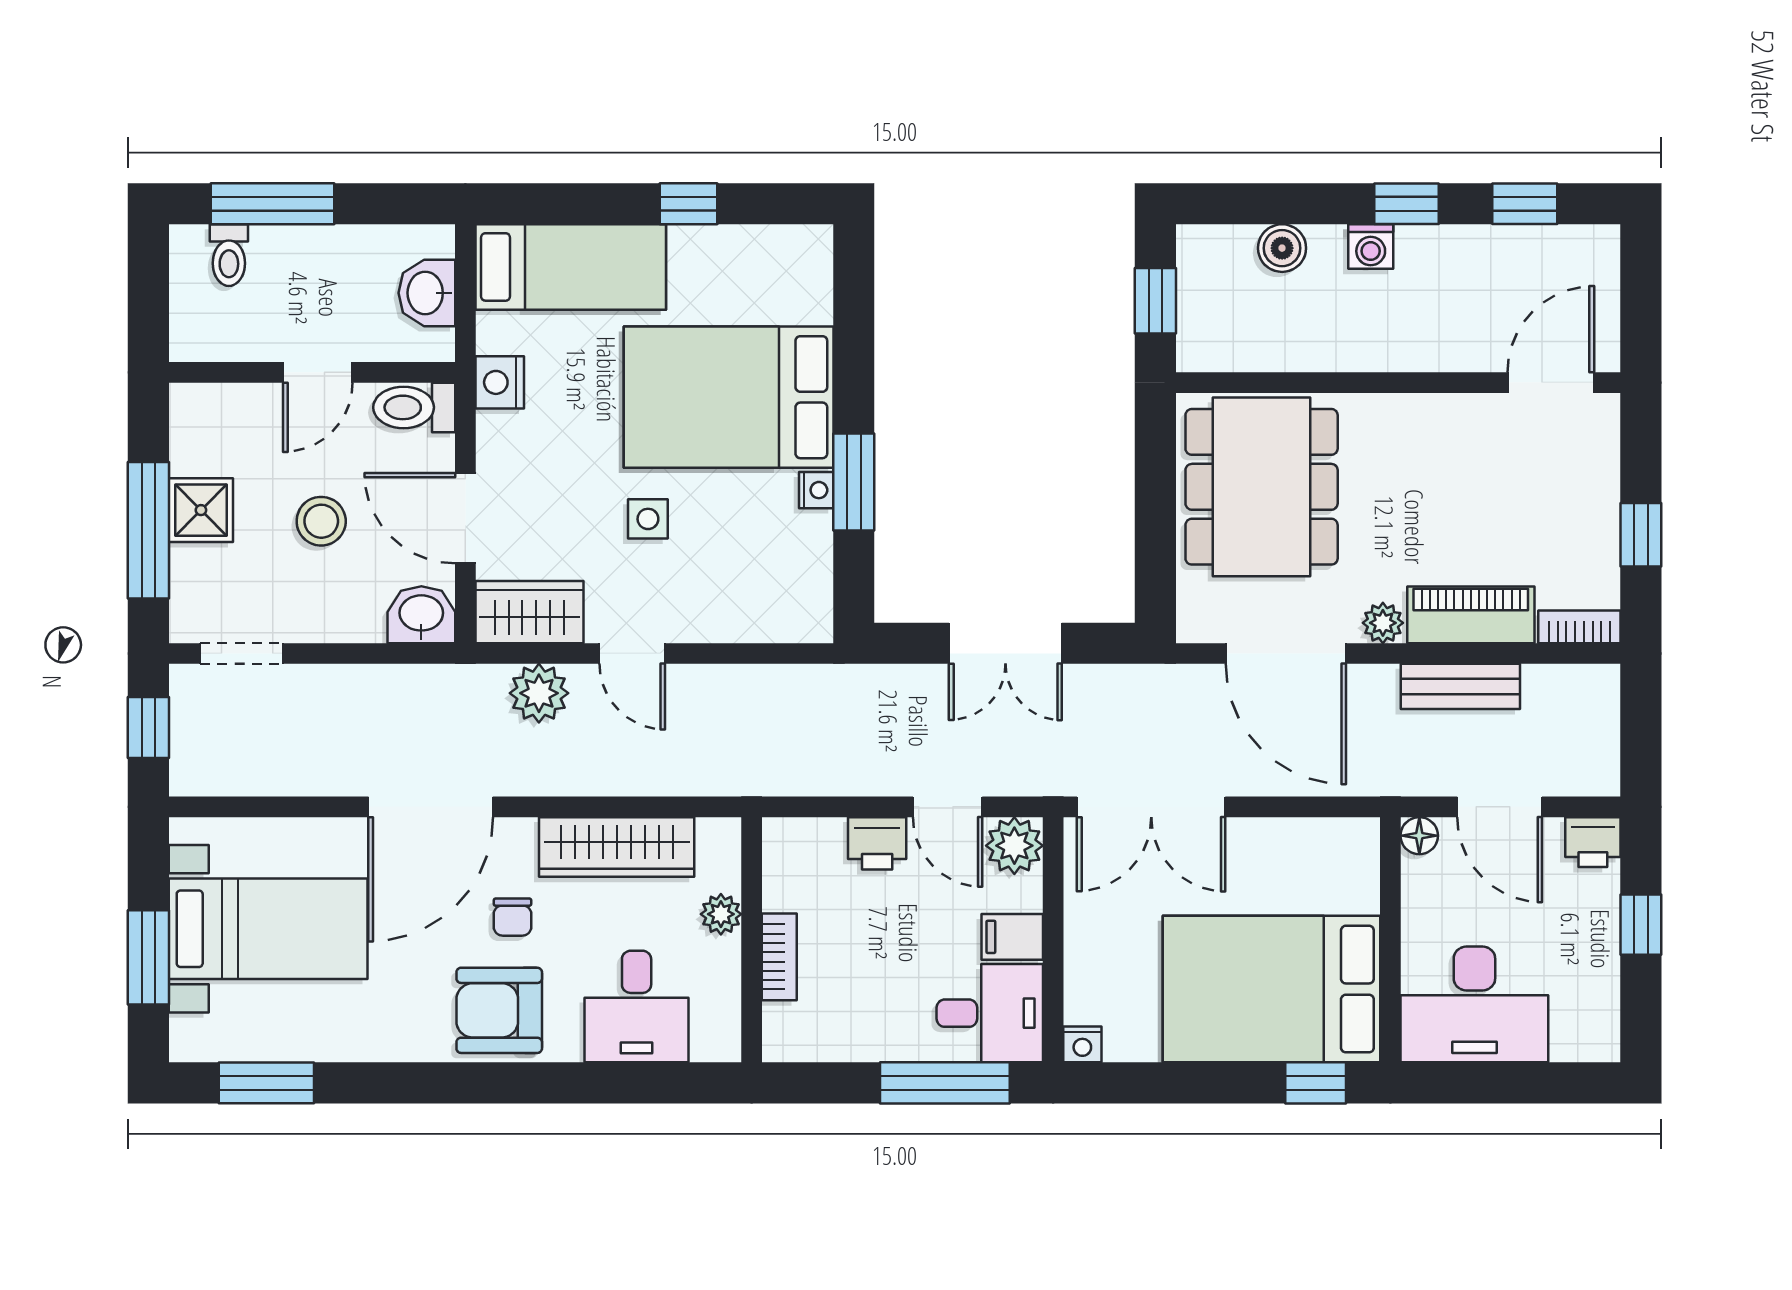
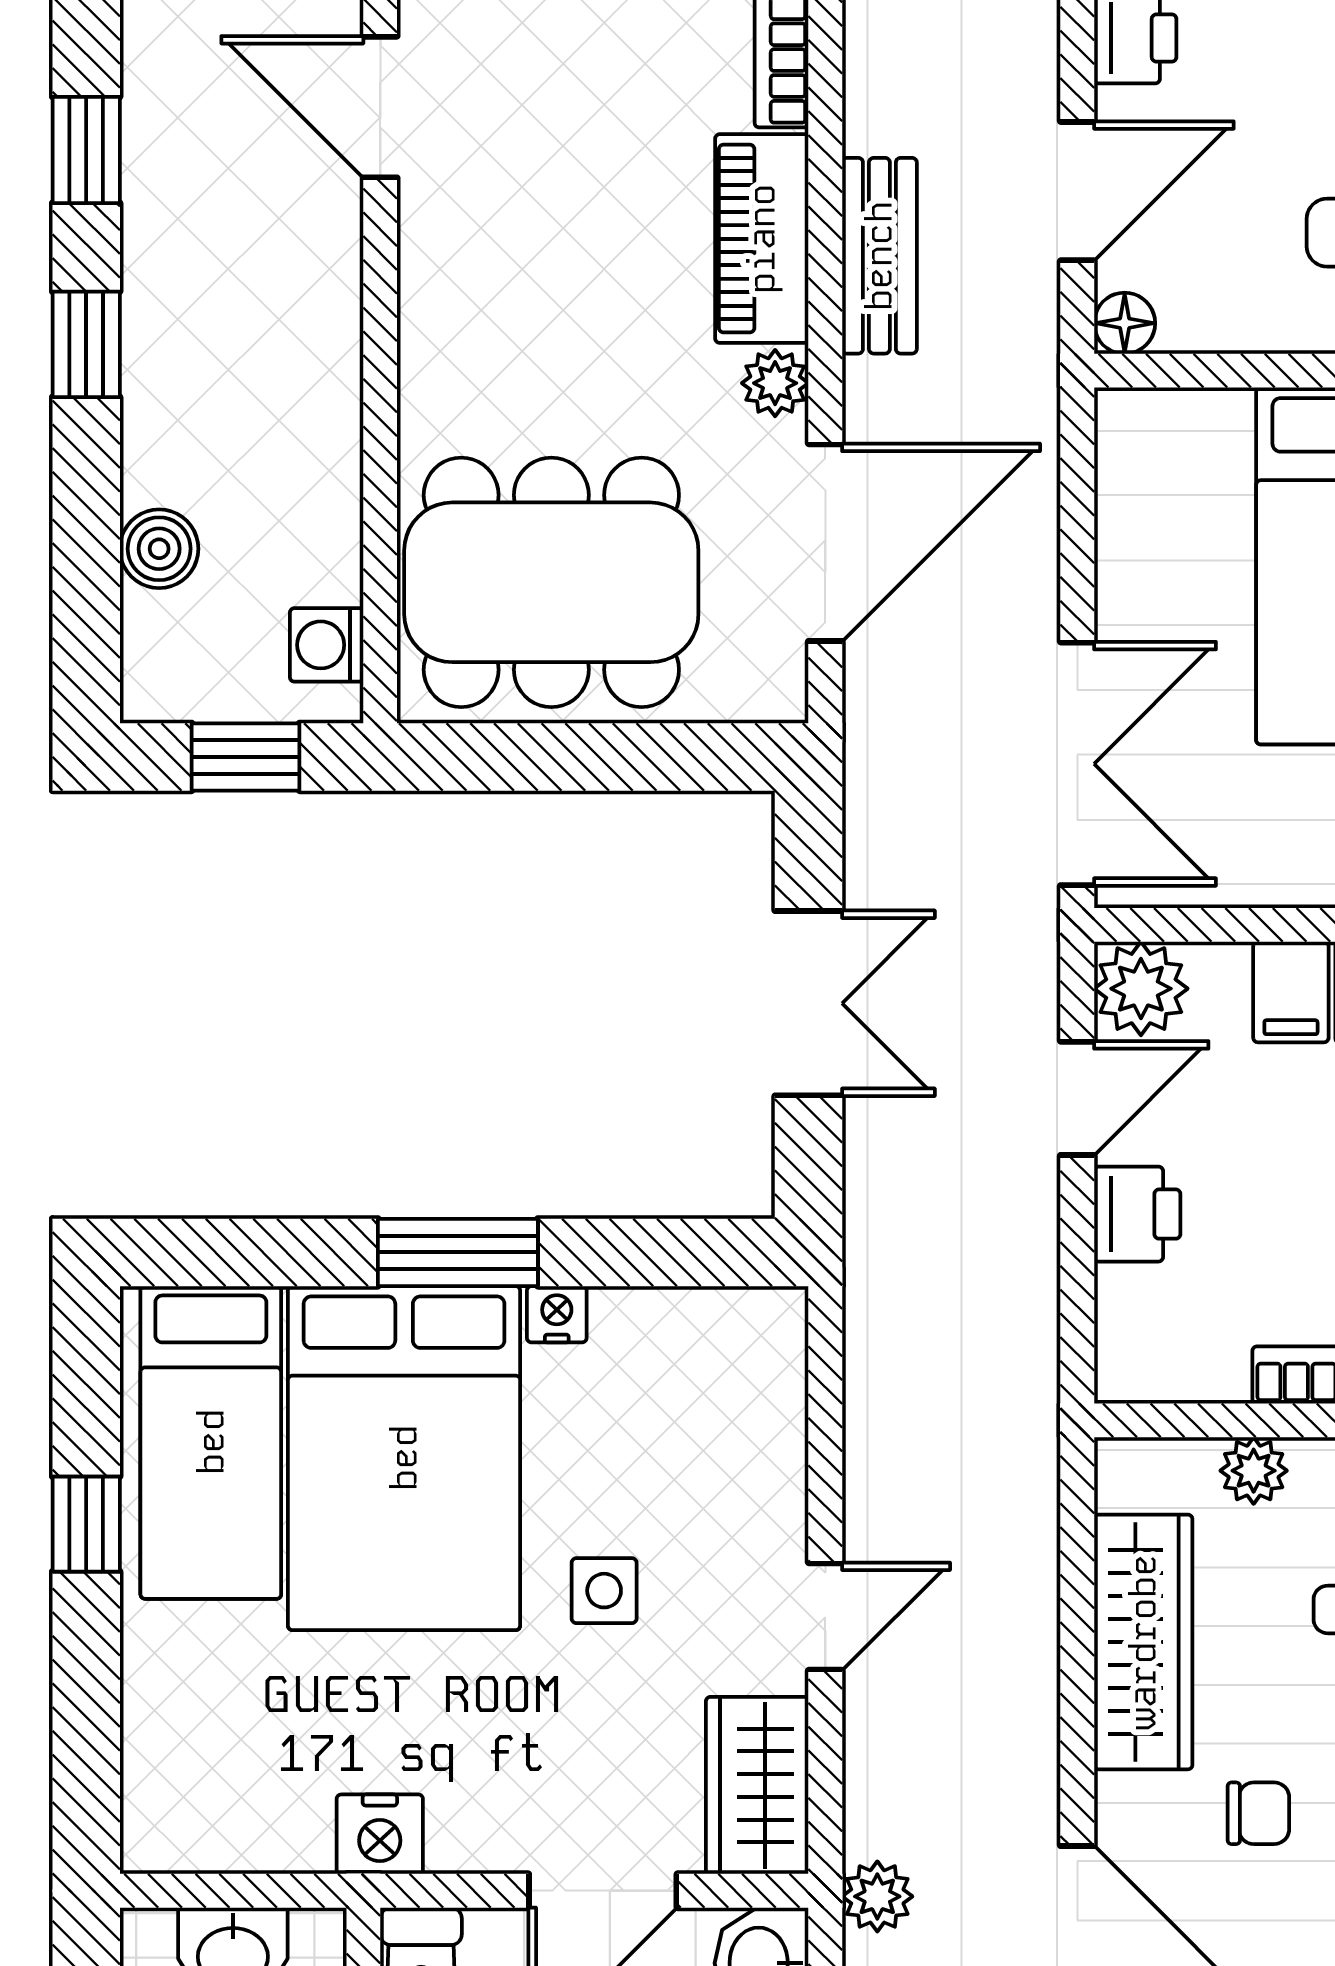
washing machine: (1371, 247) -> (327, 645), moved, turned 180
bed: (571, 267) -> (211, 1442), moved, turned 180
window: (854, 482) -> (458, 1252), moved
plant: (539, 693) -> (877, 1896), moved, width x0.73, depth x0.73

